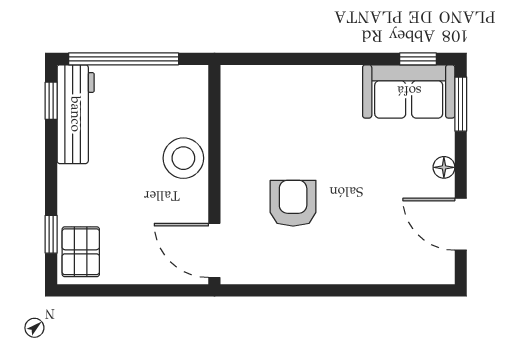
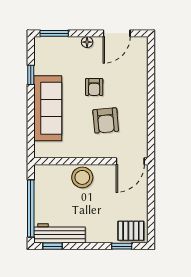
window: (418, 59) -> (31, 75), moved
sofa: (409, 91) -> (48, 108), moved, width x1.36
armchair: (358, 181) -> (94, 87), added
armchair: (293, 203) -> (106, 120), turned -95

